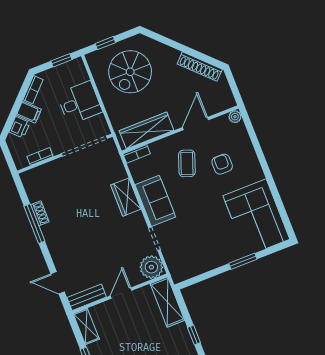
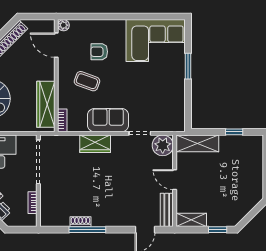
door: (195, 124) -> (56, 45), moved

